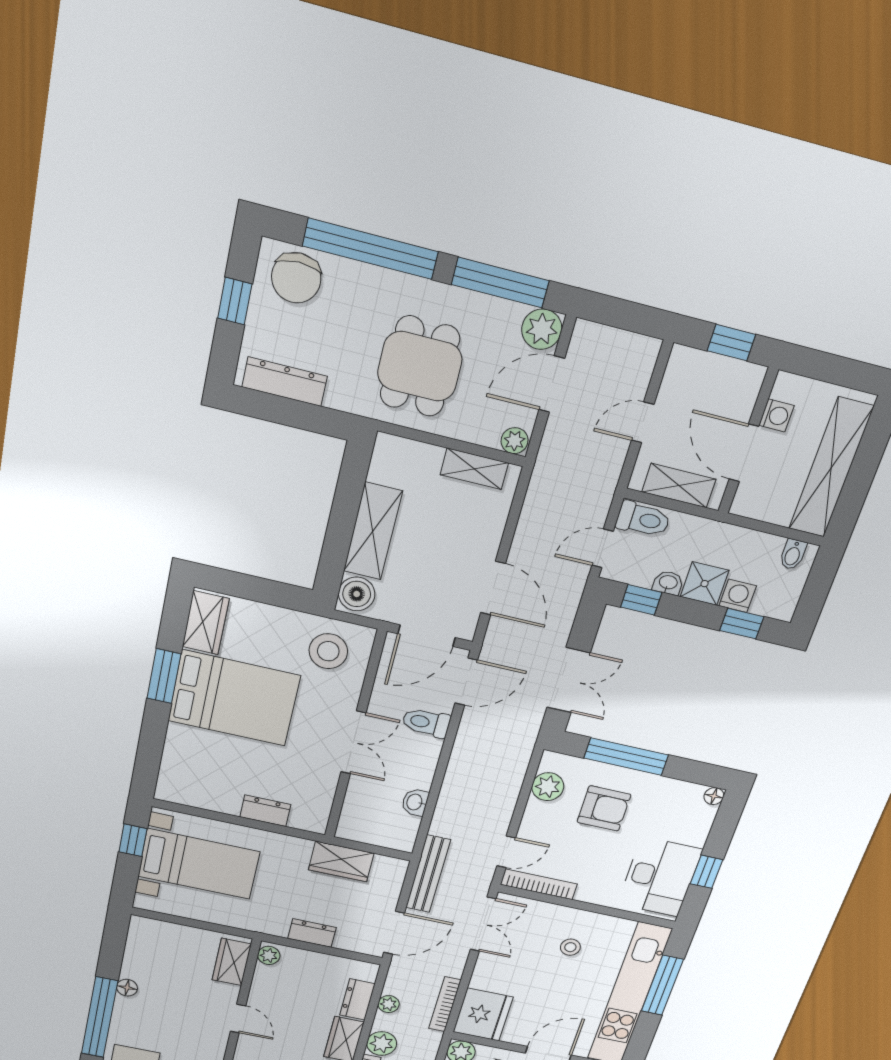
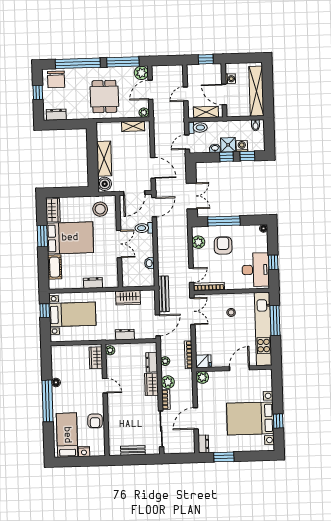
dresser: (285, 382) -> (56, 115), width x0.70
window: (641, 600) -> (226, 157), moved
cot: (179, 753) -> (55, 267), added
armchair: (604, 808) -> (223, 246), turned -89
fridge: (483, 1015) -> (203, 361), width x0.53, depth x0.75

